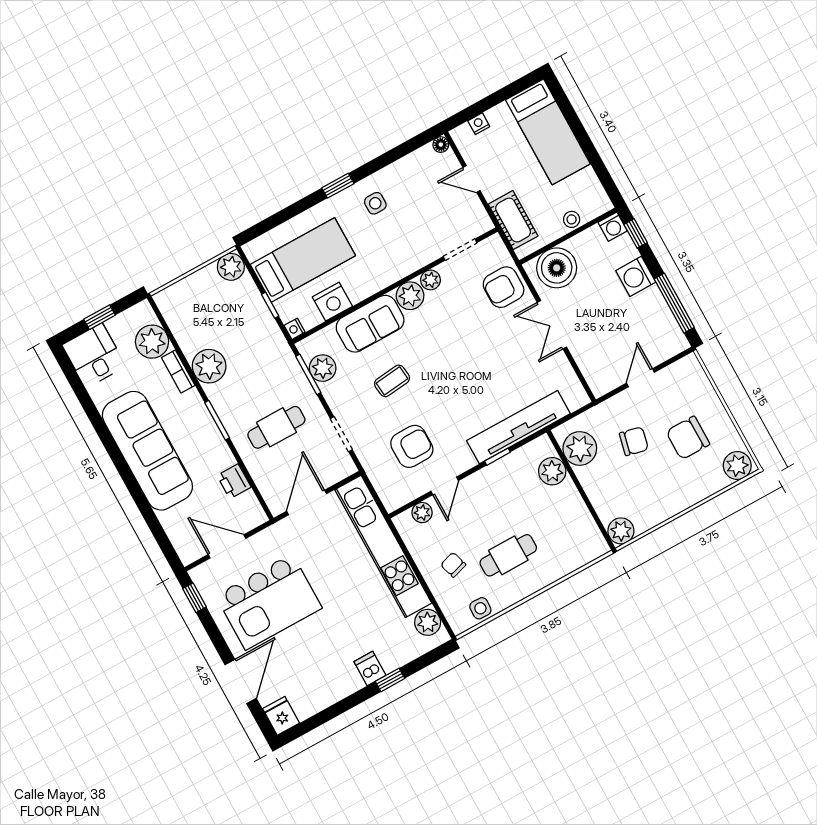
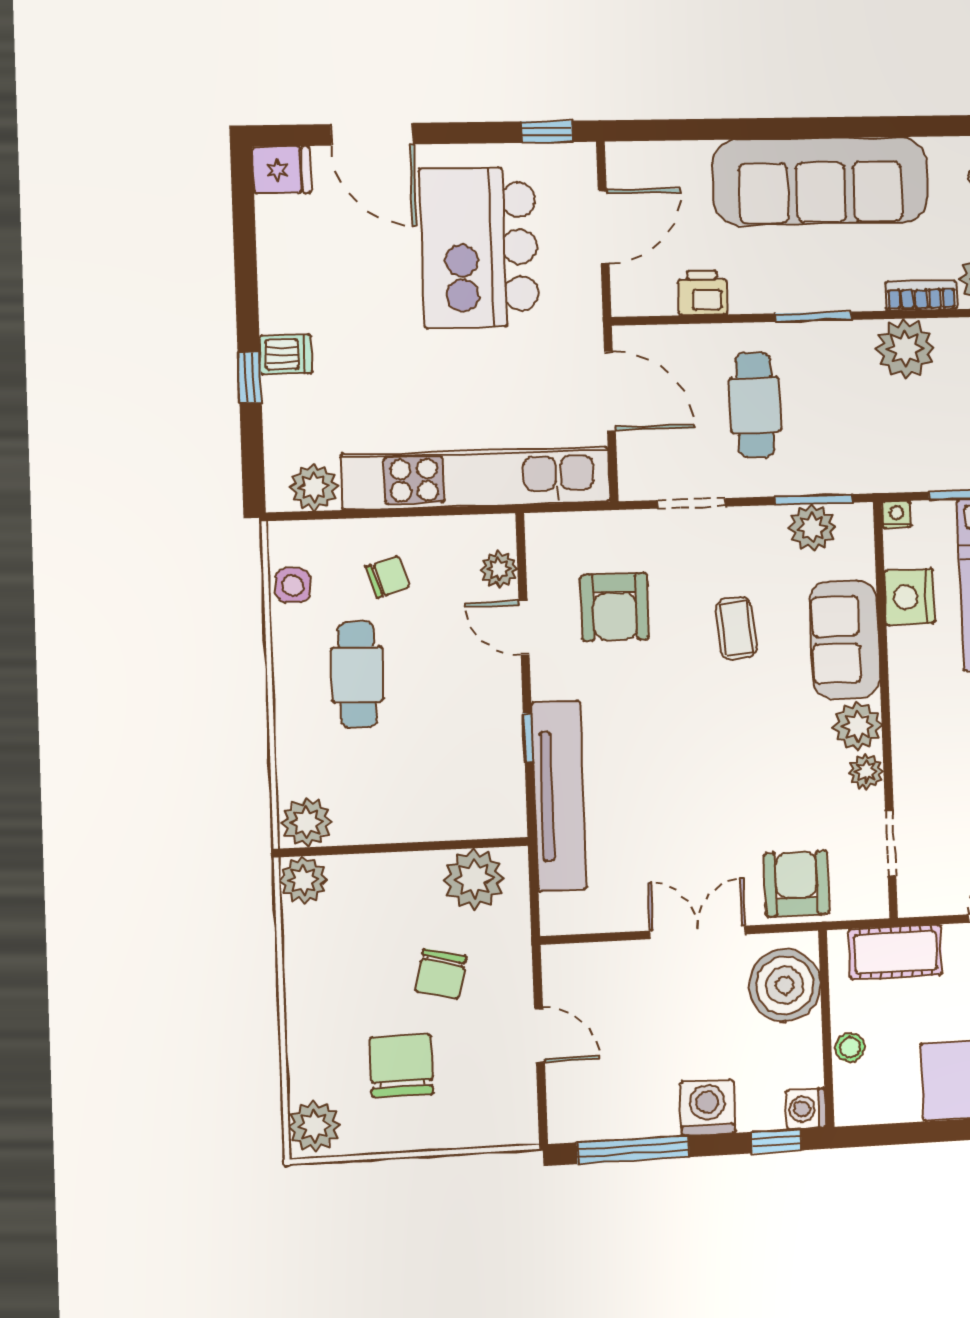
plant: (552, 471) -> (307, 822), moved

